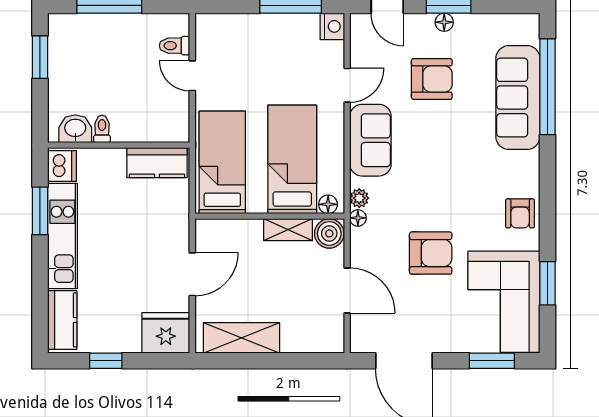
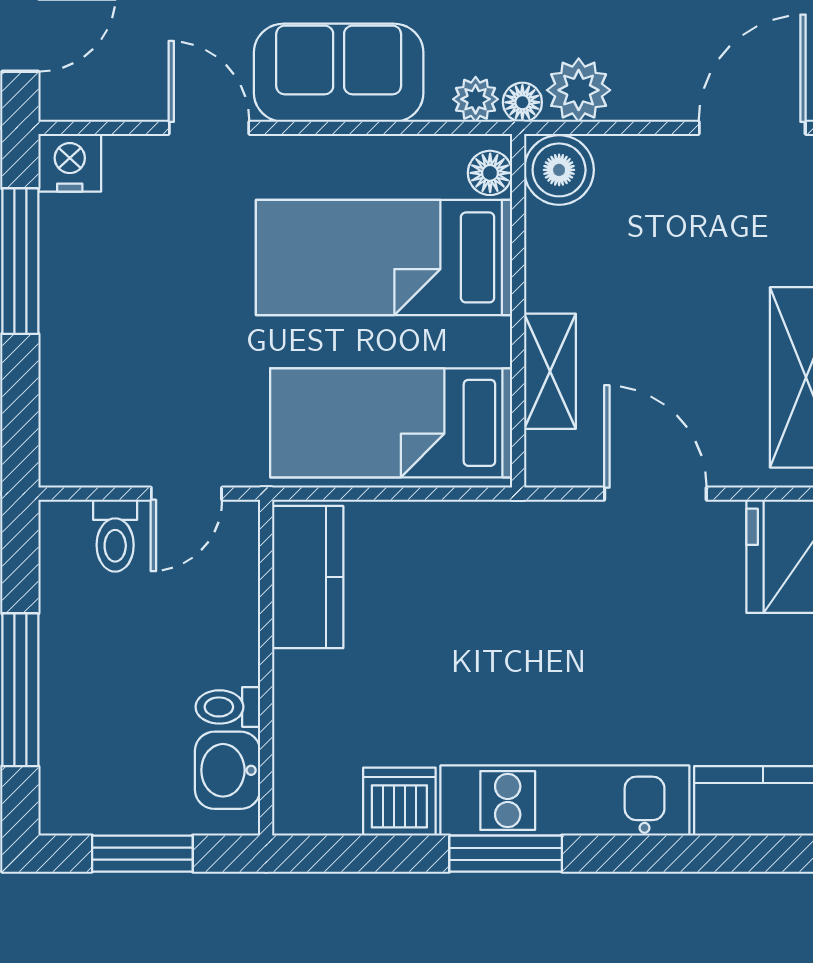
washbasin: (75, 129) -> (228, 770), moved
toilet: (102, 129) -> (228, 707), moved
wall: (119, 145) -> (266, 668), moved
kitchen counter: (157, 163) -> (308, 577), moved
shelving: (288, 230) -> (550, 371), moved
plant: (363, 242) -> (579, 90), added
door: (347, 291) -> (752, 128), moved

